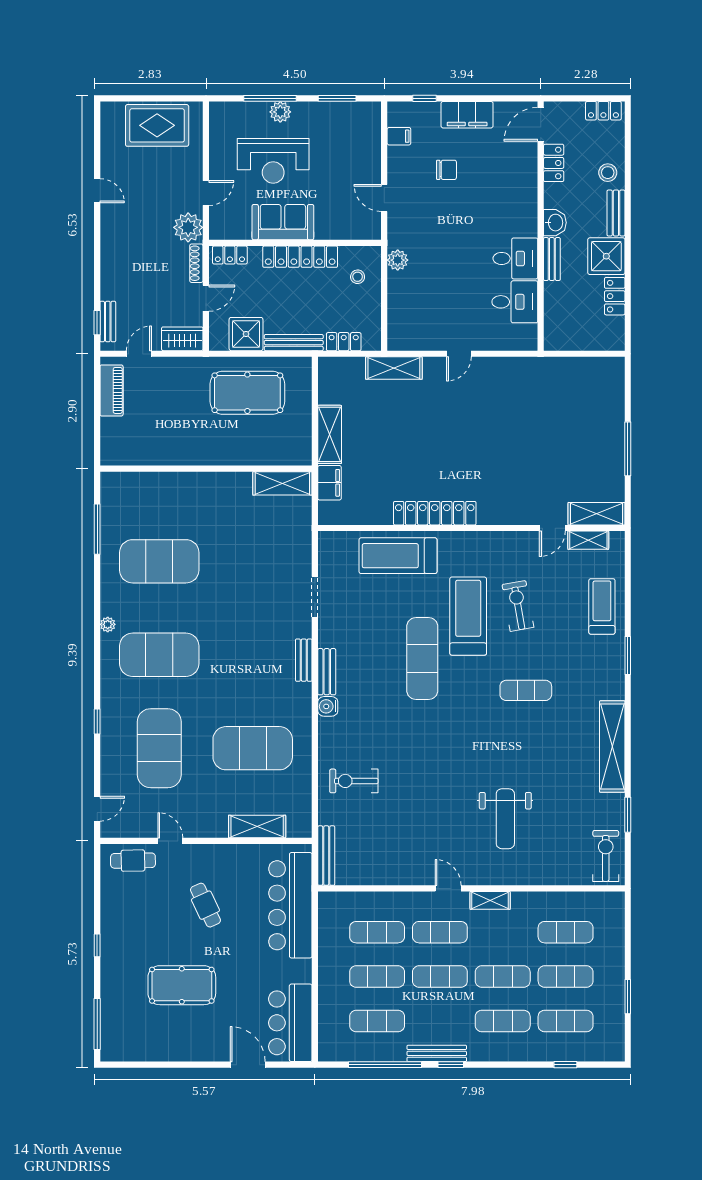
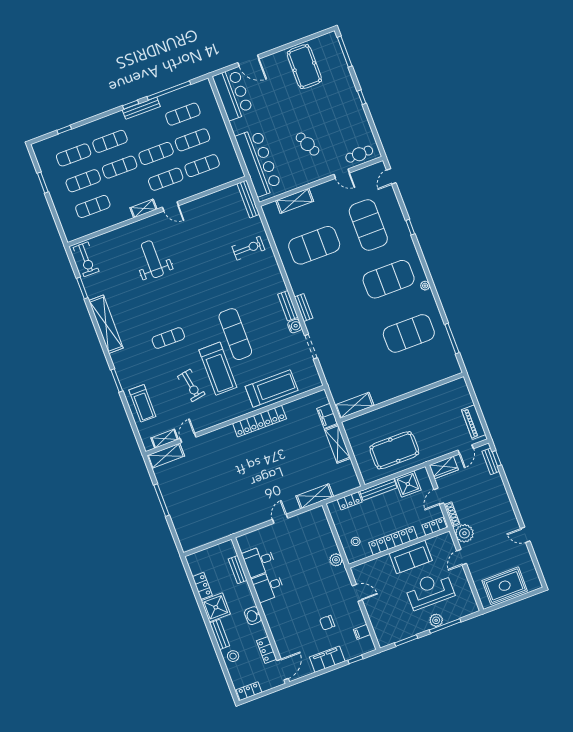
bench: (552, 259) -> (238, 570), moved
water cooler: (328, 706) -> (295, 326), moved
pool table: (182, 985) -> (304, 67), moved, turned 90

